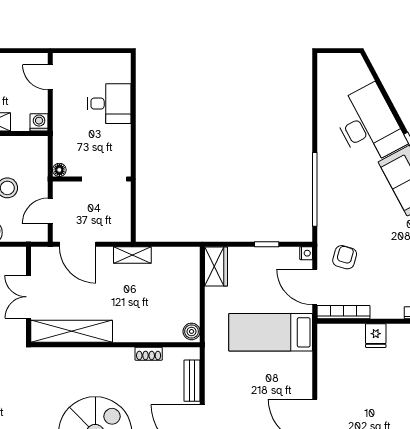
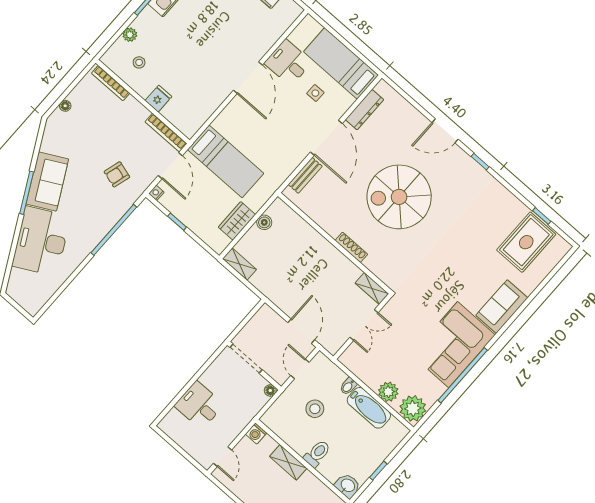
door: (50, 211) -> (300, 369), swing flipped
shelving: (132, 255) -> (239, 264), moved
armchair: (345, 257) -> (117, 174), moved
wardrobe: (216, 267) -> (237, 221), moved
shelving: (72, 331) -> (372, 288), width x0.45, depth x0.75
boiler: (192, 331) -> (264, 222), moved
shoe rack: (149, 354) -> (351, 247), moved, width x1.43

